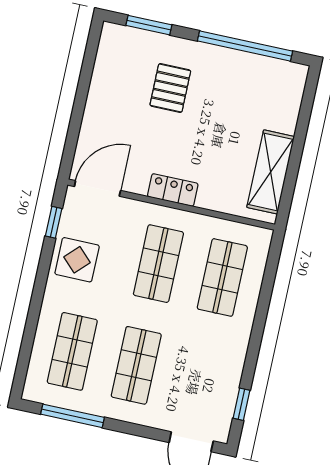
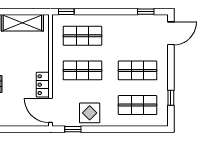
locker: (173, 190) -> (43, 85), moved
window: (274, 257) -> (66, 12), added
window: (72, 416) -> (171, 98), width x0.46

